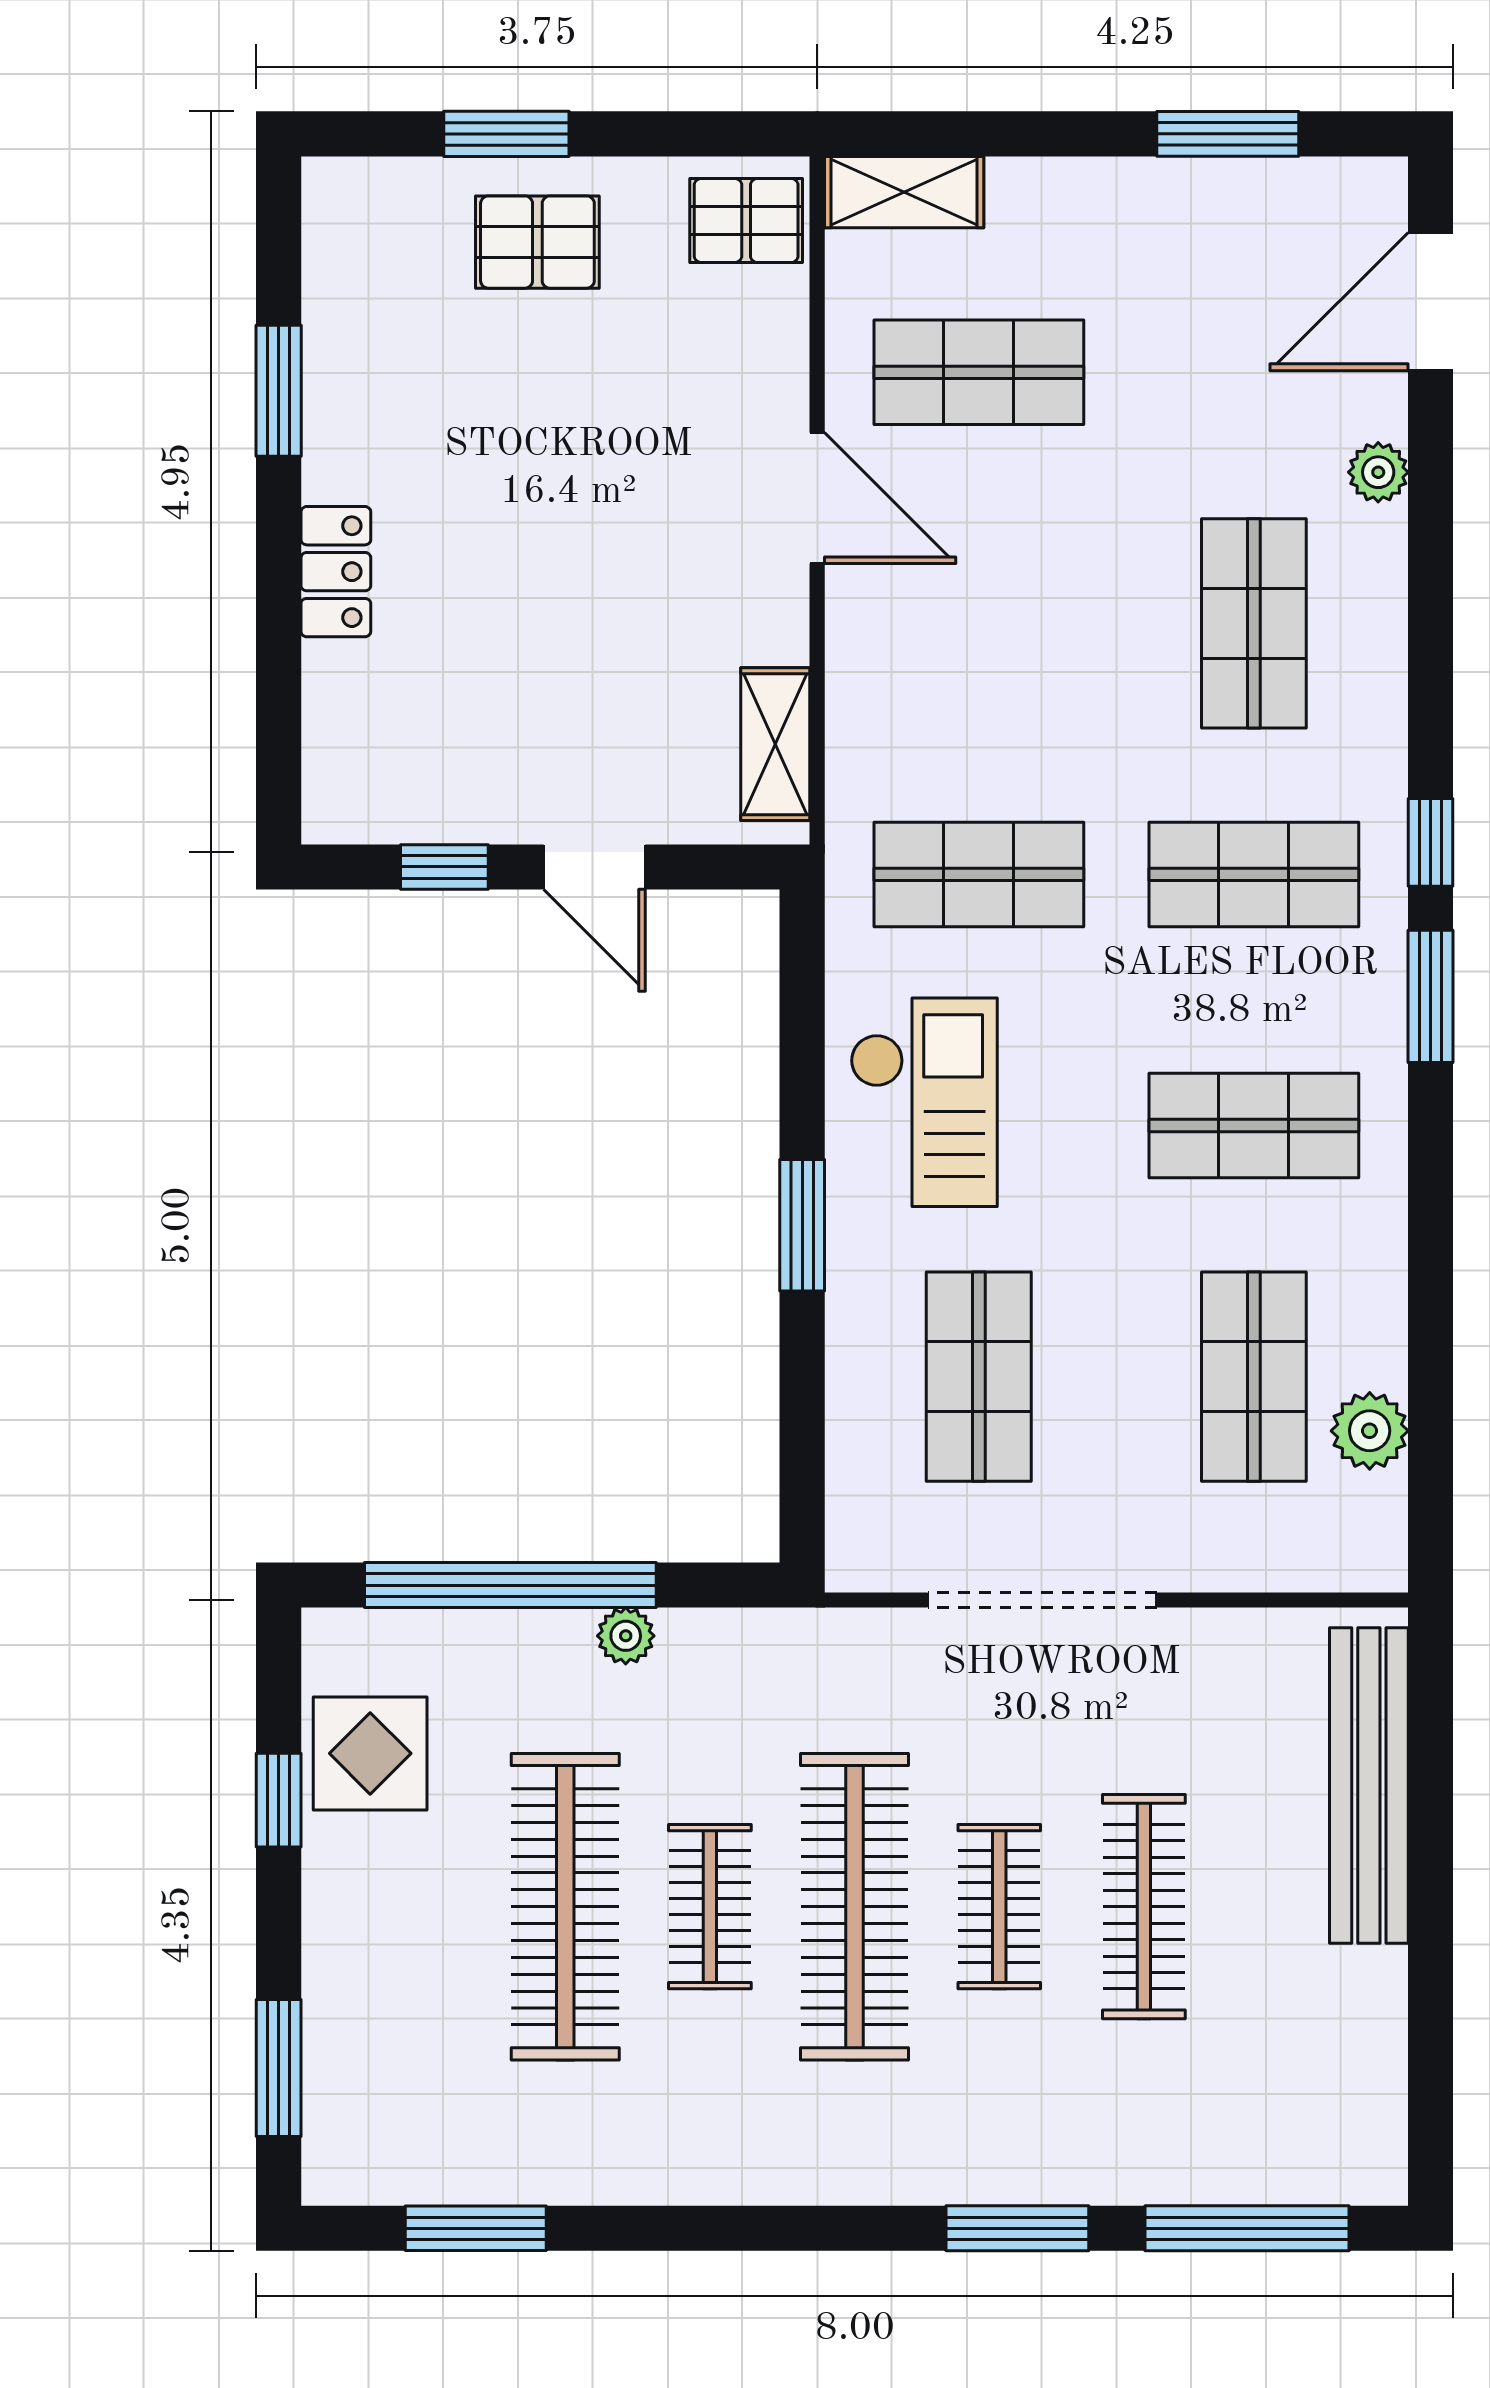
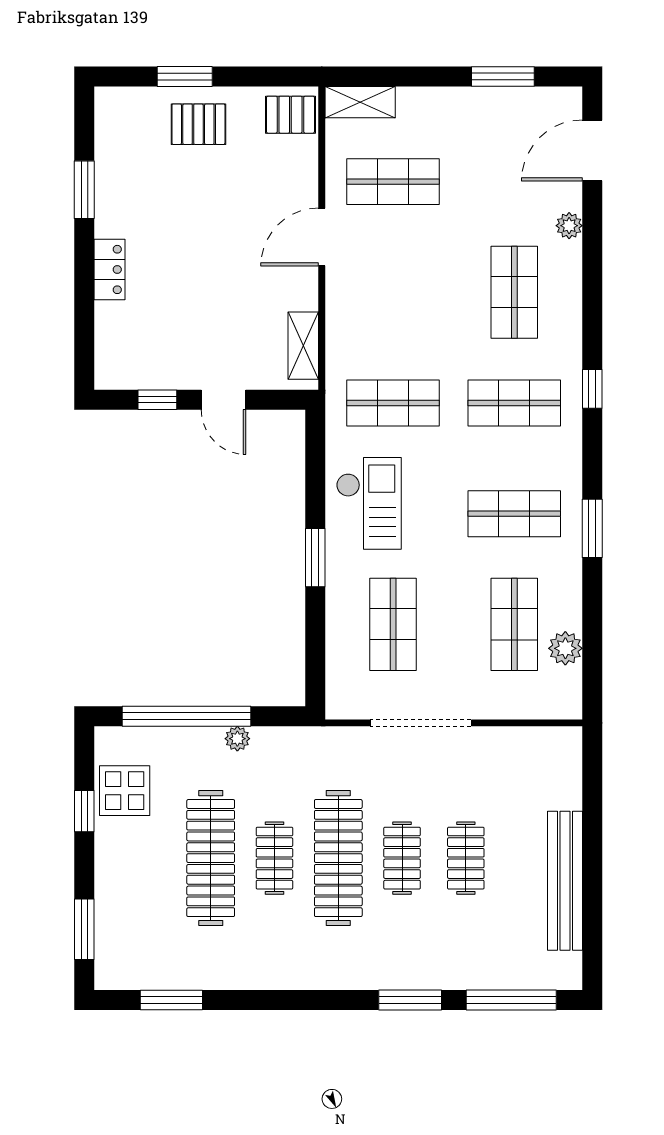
door: (817, 498) -> (322, 237), swing flipped
window: (1430, 996) -> (592, 528), moved
bench: (1369, 1786) -> (565, 881), moved
clothes rail: (1144, 1907) -> (466, 858), width x0.73

